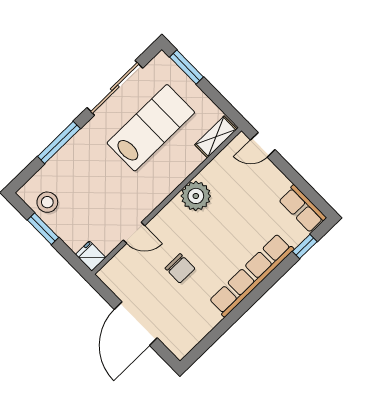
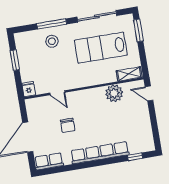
lab bench: (151, 128) -> (101, 48), turned 180
plant: (196, 196) -> (114, 93), moved
stool: (47, 202) -> (52, 41), moved
row of seats: (302, 209) -> (49, 161), moved, turned 90

